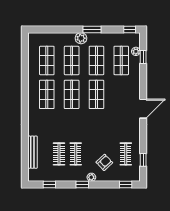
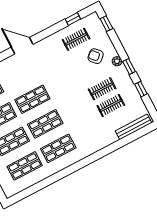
bench: (32, 152) -> (133, 127), moved
window: (49, 185) -> (141, 89), moved

